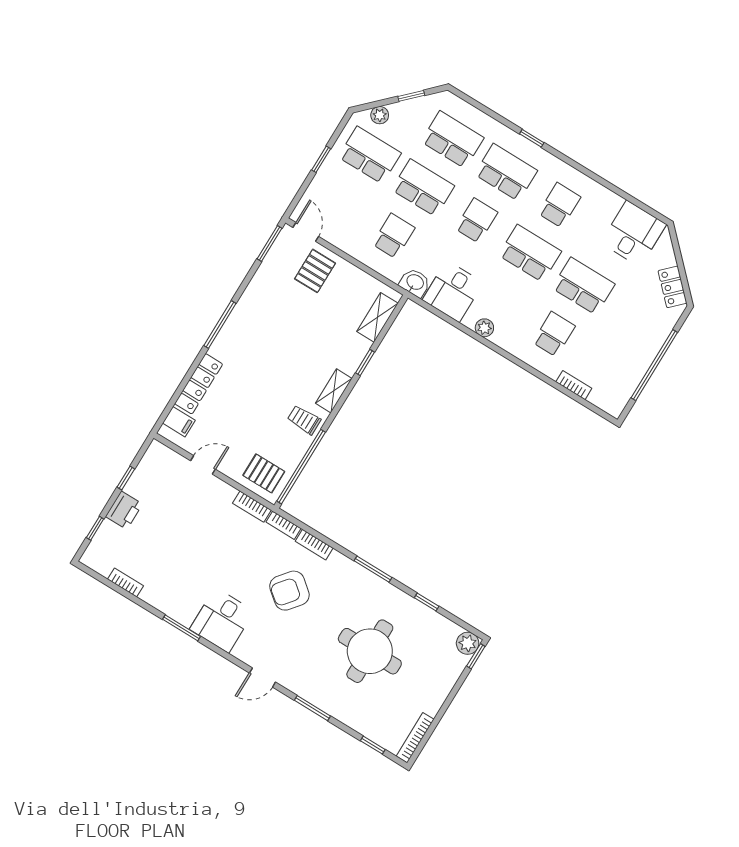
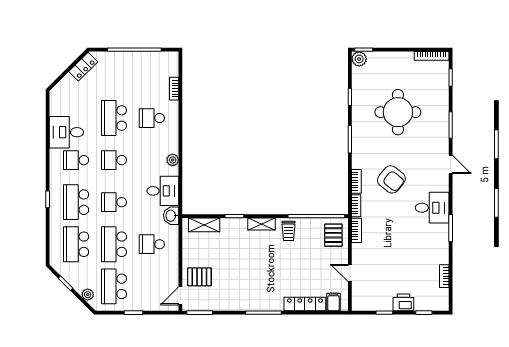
desk: (633, 233) -> (66, 132), moved
school desk: (530, 253) -> (114, 160), width x0.54

